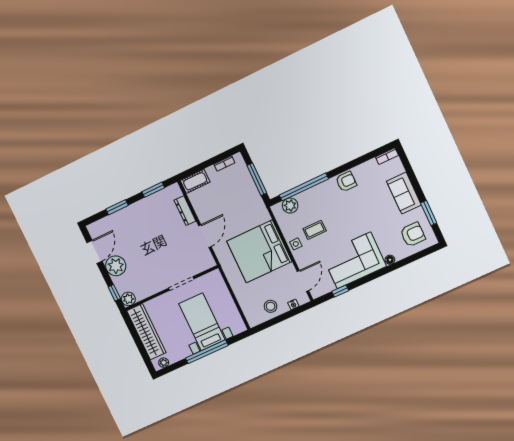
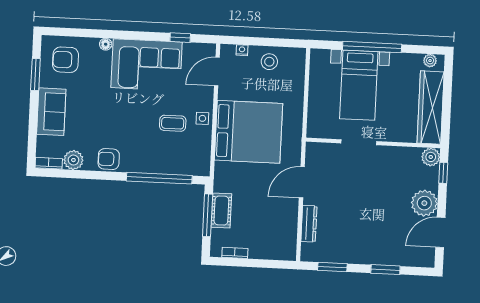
cot: (195, 181) -> (221, 211), moved, turned 90
plant: (290, 206) -> (73, 160), moved

